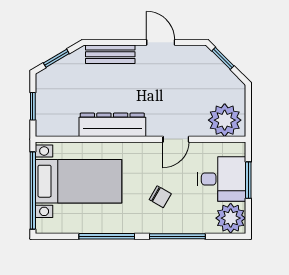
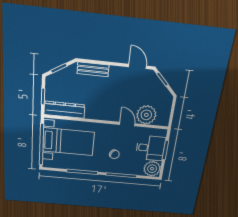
door: (161, 42) -> (138, 66), moved
plant: (225, 120) -> (146, 115), moved
dresser: (112, 125) -> (64, 110), moved
door: (176, 139) -> (127, 124), swing flipped

